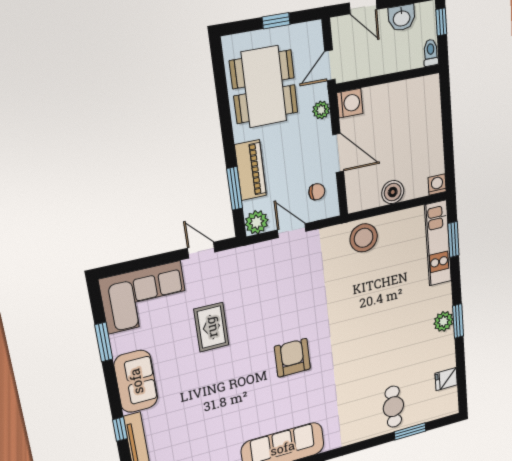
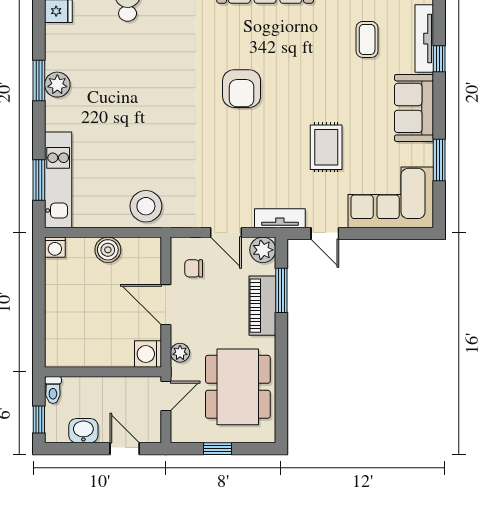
tv unit: (245, 255) -> (280, 218), added
coffee table: (188, 427) -> (367, 39), added

